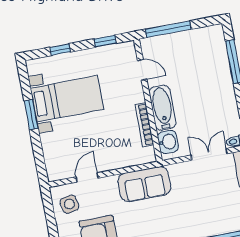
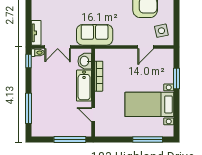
window: (105, 41) -> (115, 140), removed
window: (60, 50) -> (148, 140), width x2.17
window: (31, 115) -> (176, 78), moved
sofa: (144, 184) -> (95, 35), moved

